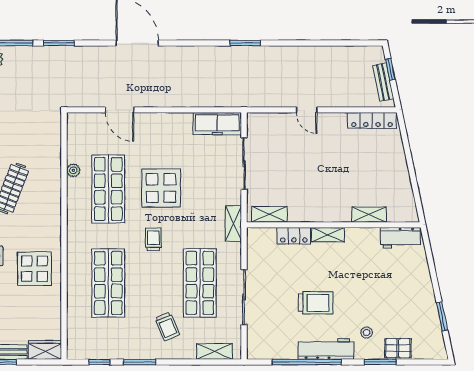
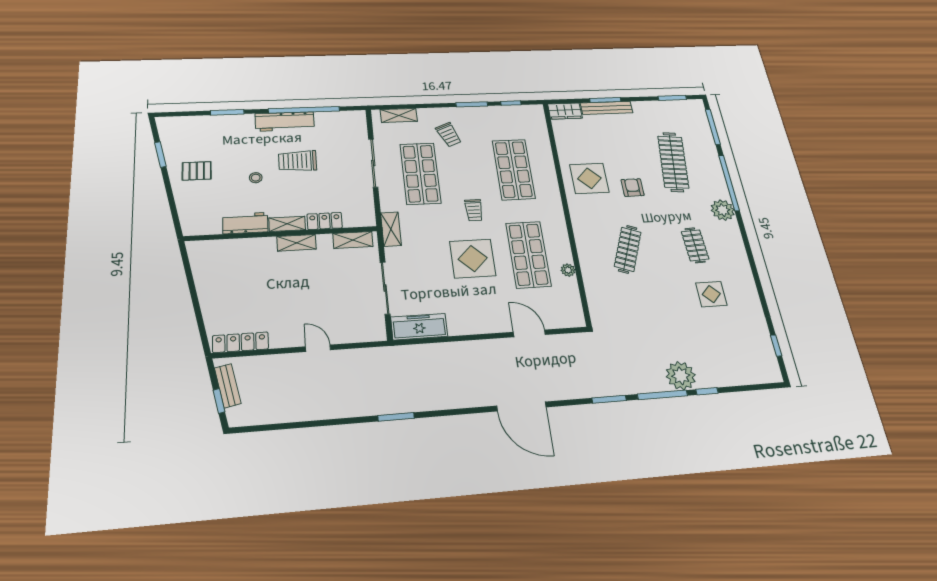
shelving: (369, 214) -> (297, 243), moved
workbench: (400, 238) -> (245, 223), moved
trolley: (167, 326) -> (449, 135), turned 180
stool: (367, 332) -> (256, 178), moved
pallet: (398, 348) -> (197, 171), moved

